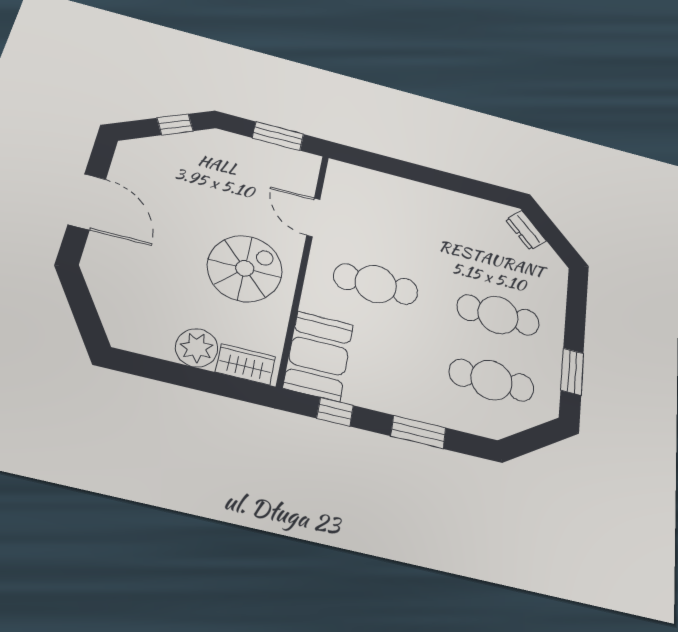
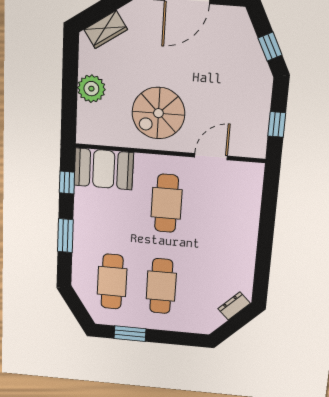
window: (278, 136) -> (277, 124), width x0.67
spiral stairs: (245, 268) -> (158, 113), turned 90
wardrobe: (245, 364) -> (106, 30), moved, turned 56

